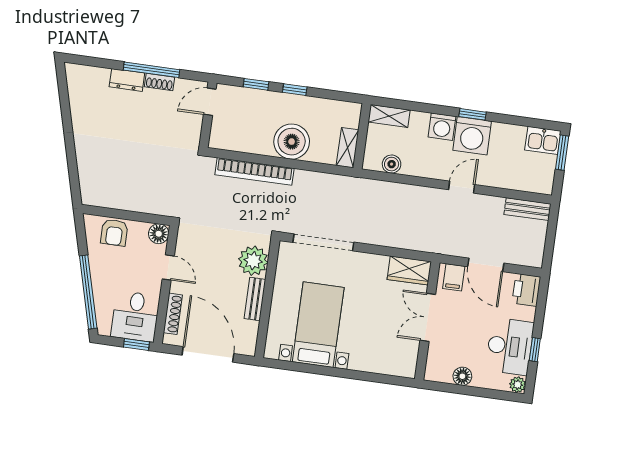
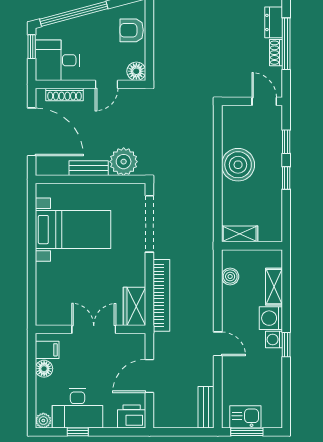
shelving: (389, 116) -> (274, 287), moved
washing machine: (472, 136) -> (274, 339), width x0.53, depth x0.53
kitchen sink: (543, 140) -> (245, 417), moved, turned 90
boiler: (292, 142) -> (238, 165), moved
window: (562, 153) -> (247, 432), moved
bookcase: (254, 171) -> (161, 295), moved, turned 180
filing cabinet: (454, 277) -> (47, 350), moved, turned 180
window: (136, 344) -> (32, 47), moved
door: (208, 354) -> (32, 132), hinge flipped

